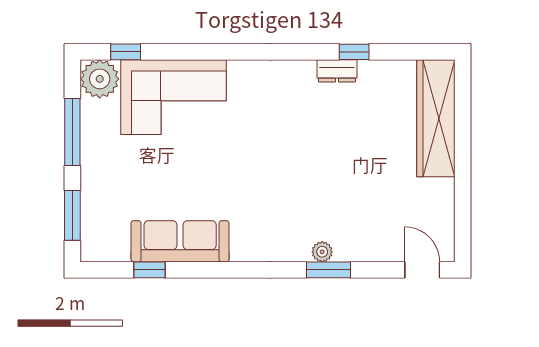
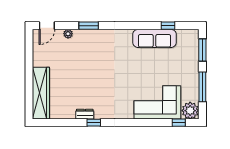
window: (354, 52) -> (94, 123), moved
plant: (322, 252) -> (68, 34), moved
door: (422, 270) -> (47, 26), hinge flipped

